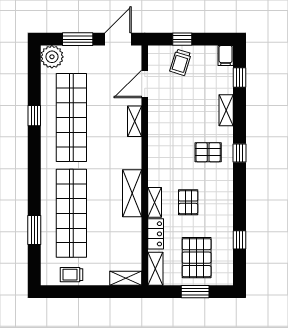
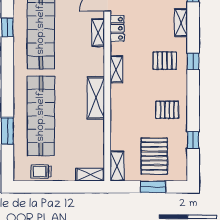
shelving: (155, 202) -> (116, 69), moved
pallet: (188, 202) -> (167, 110), moved, turned 90
locker: (156, 234) -> (117, 28), moved

